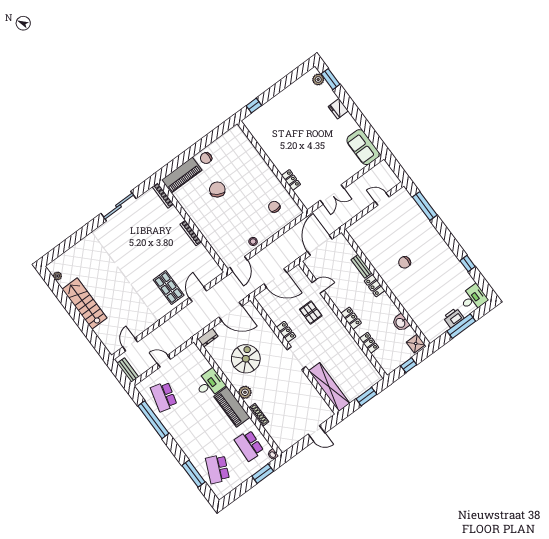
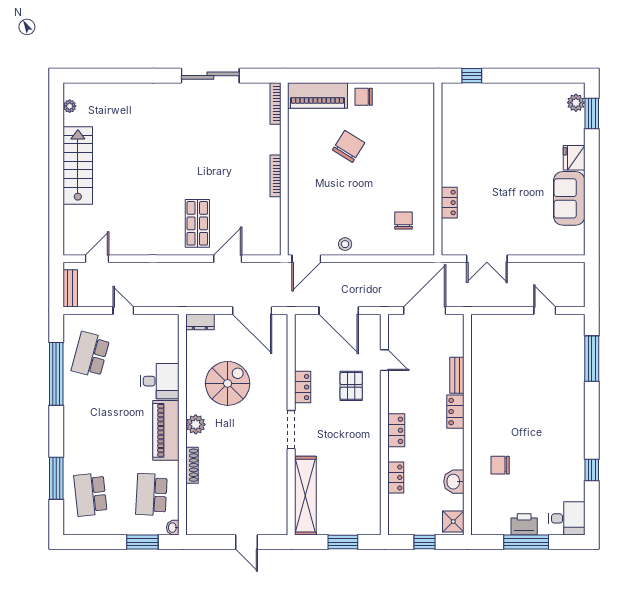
sofa: (363, 147) -> (569, 198), moved
chair: (405, 262) -> (500, 465), moved
school desk: (218, 469) -> (90, 495), turned -30

